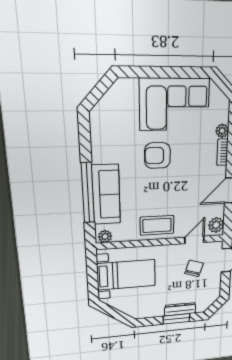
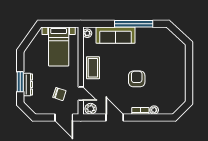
corner sofa: (175, 104) -> (170, 79), removed
armchair: (157, 155) -> (137, 79), moved
window: (88, 193) -> (134, 24), moved

